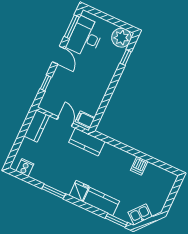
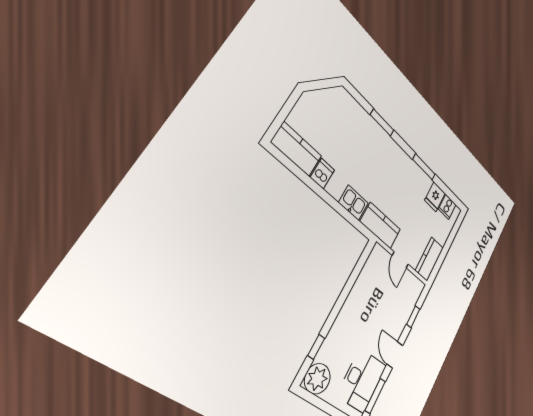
filing cabinet: (85, 120) -> (378, 258), removed
fridge: (79, 191) -> (435, 197), moved
kitchen counter: (101, 202) -> (296, 149), moved, turned 180
kitchen sink: (140, 214) -> (354, 203), moved, turned -130
window: (116, 220) -> (382, 122), moved

